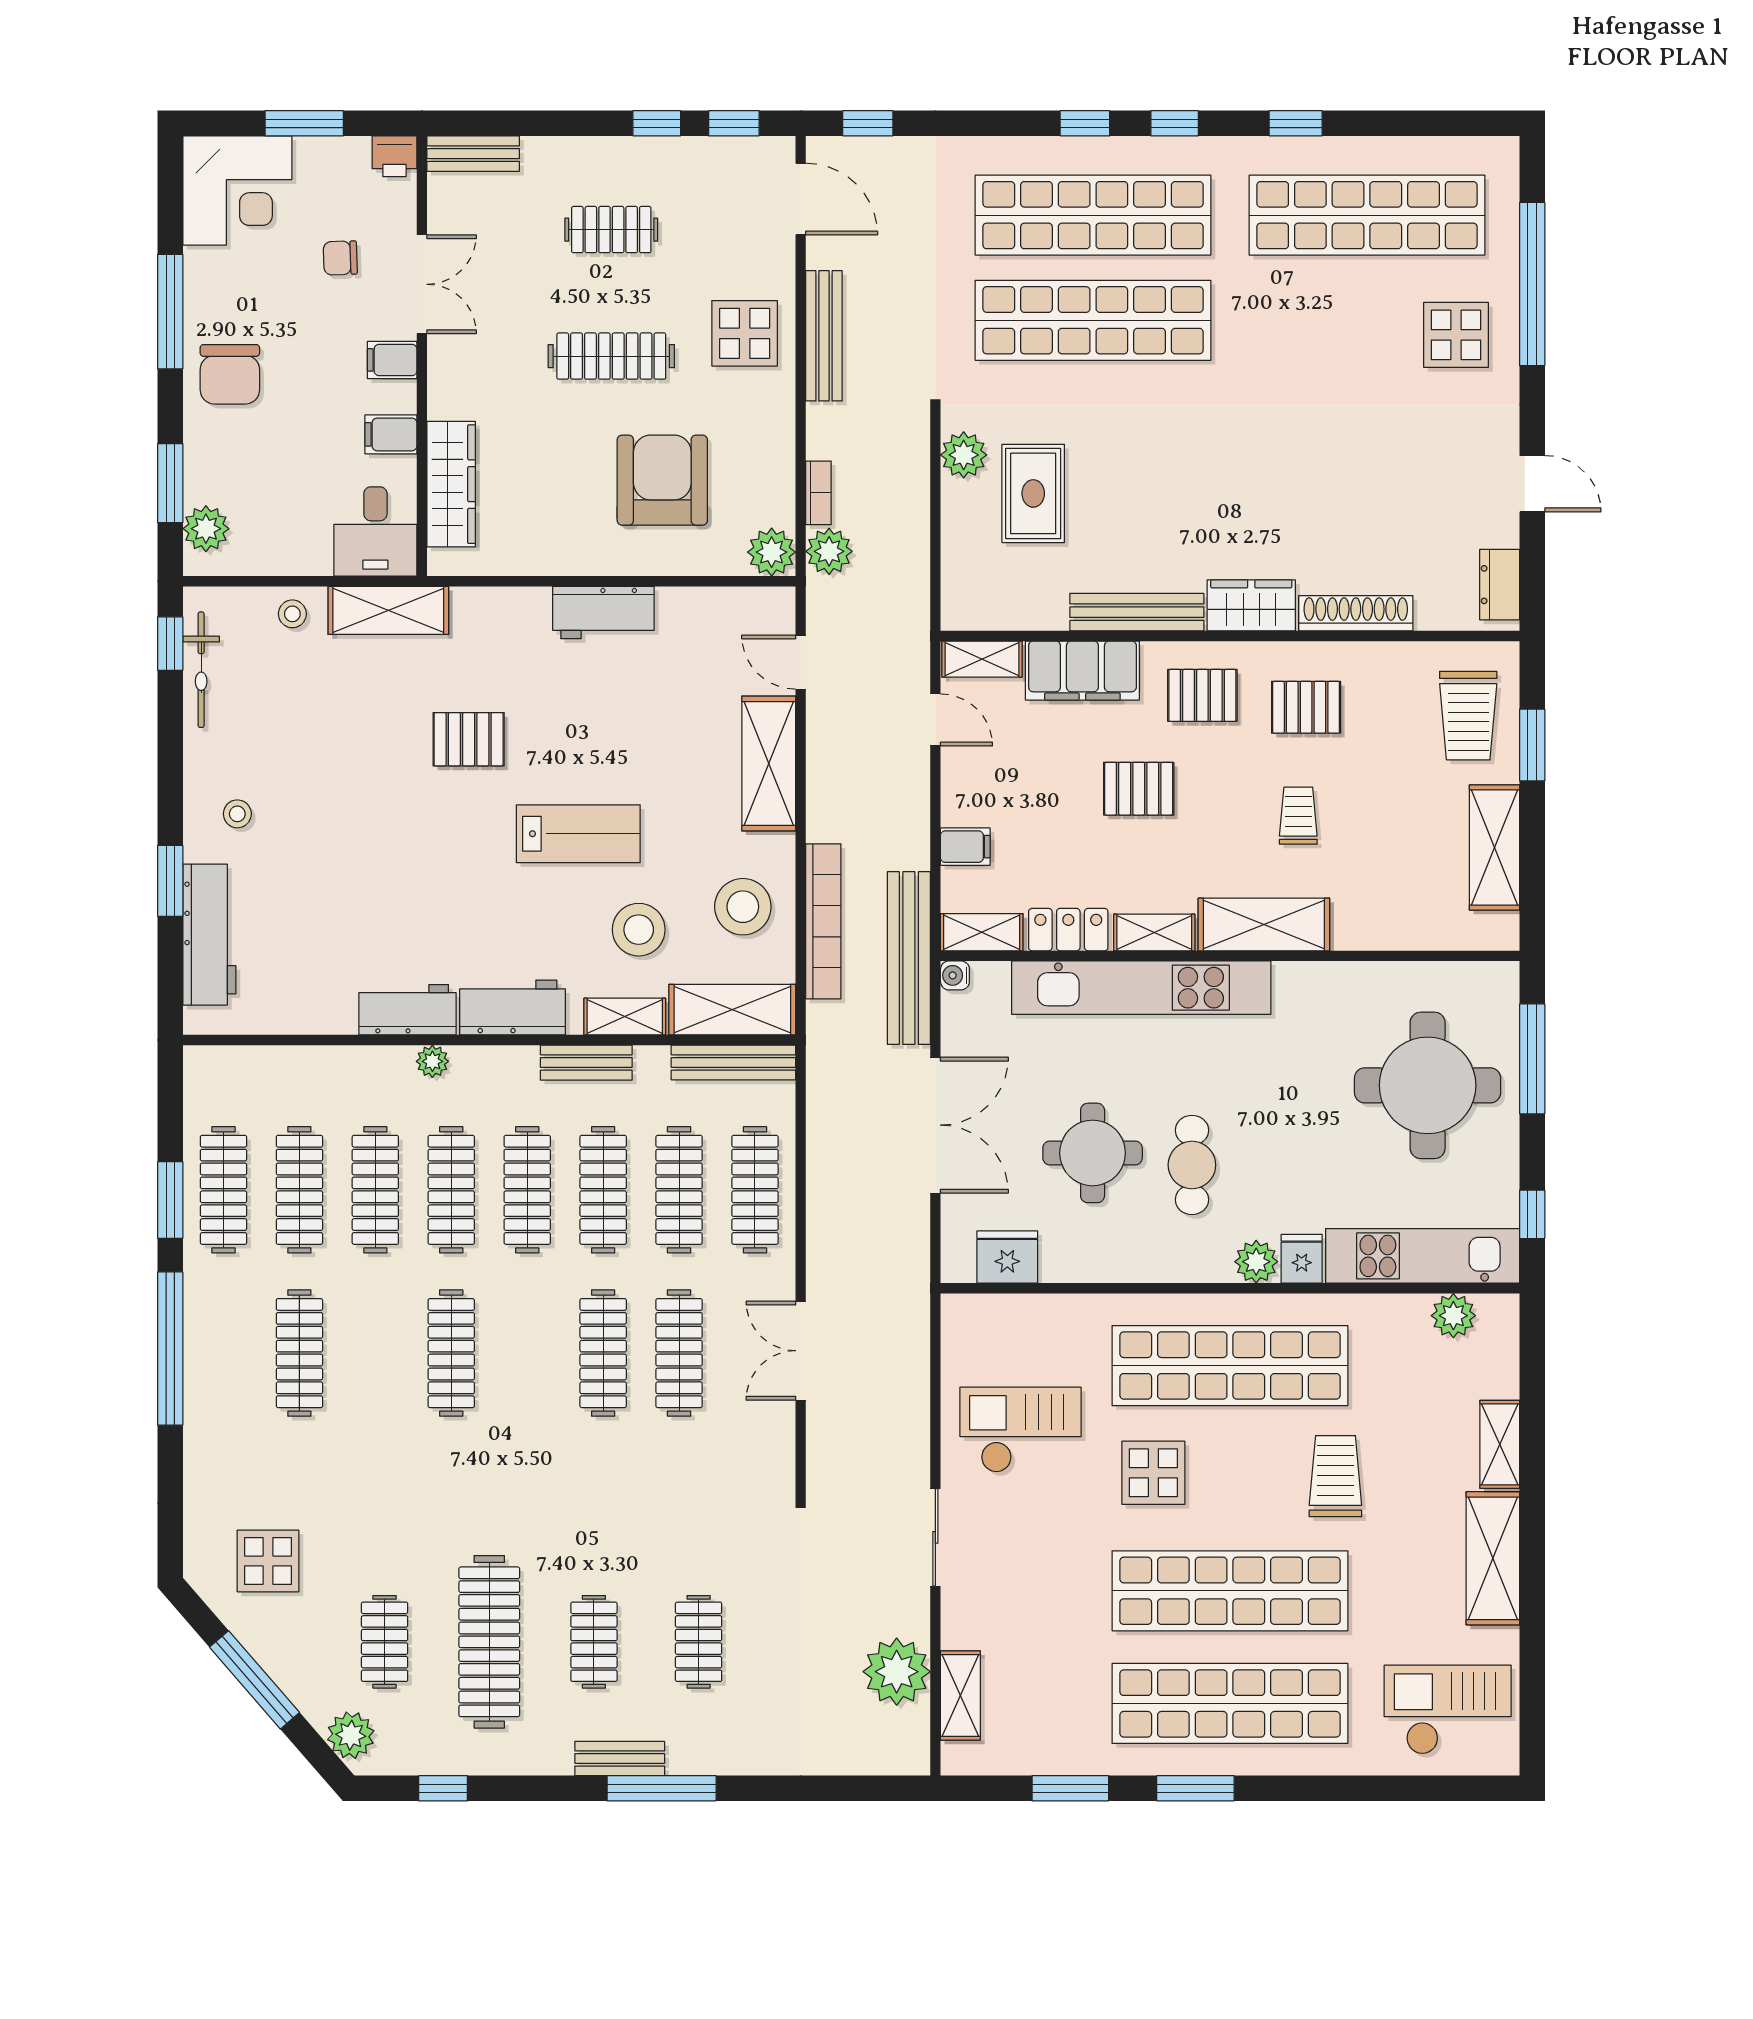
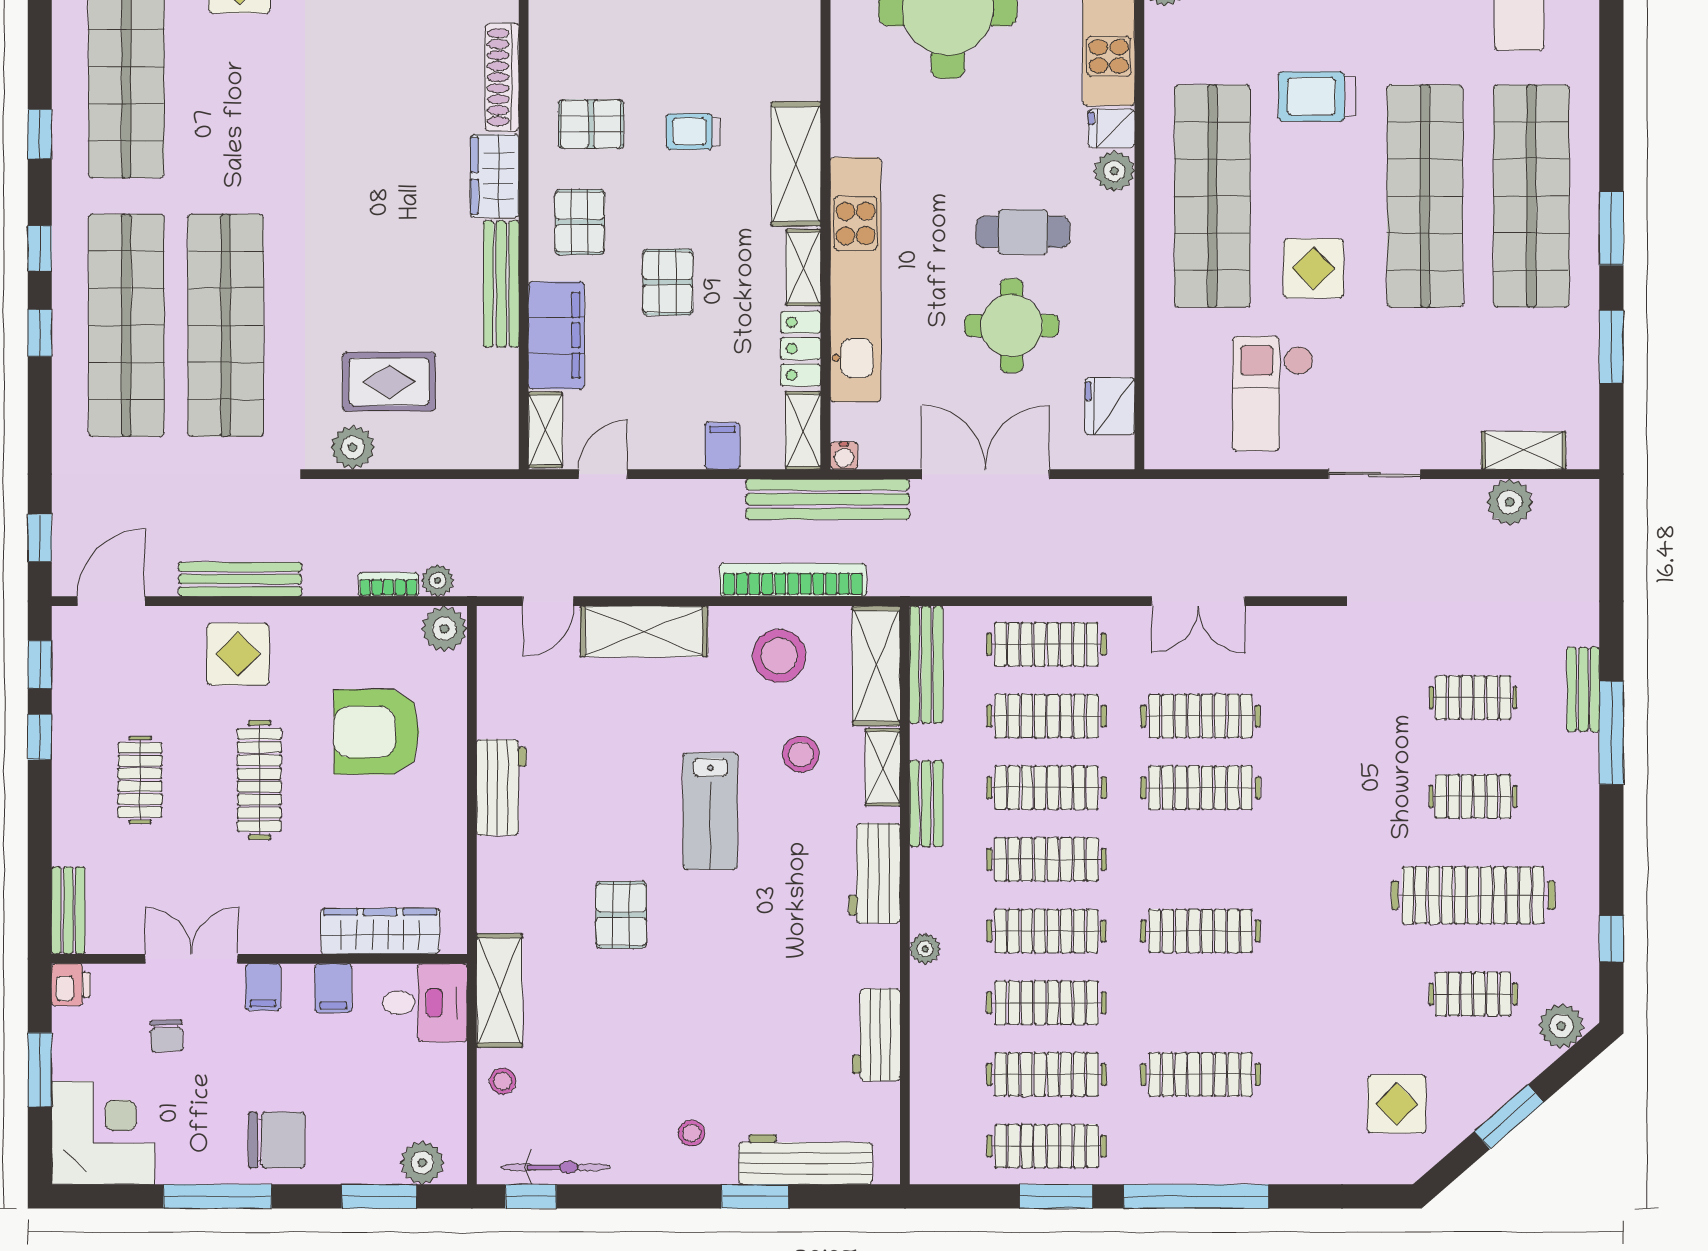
plant: (829, 551) -> (438, 580), width x0.73, depth x0.73
pallet: (1306, 707) -> (591, 124), turned 90
lab bench: (578, 834) -> (710, 811), turned 180
stool: (639, 930) -> (801, 754), width x0.73, depth x0.73
workbench: (408, 1010) -> (876, 1035), moved
plant: (897, 1672) -> (1510, 502), width x0.73, depth x0.73
window: (254, 1680) -> (1509, 1117), width x0.69
bench: (620, 1759) -> (1583, 689), moved

